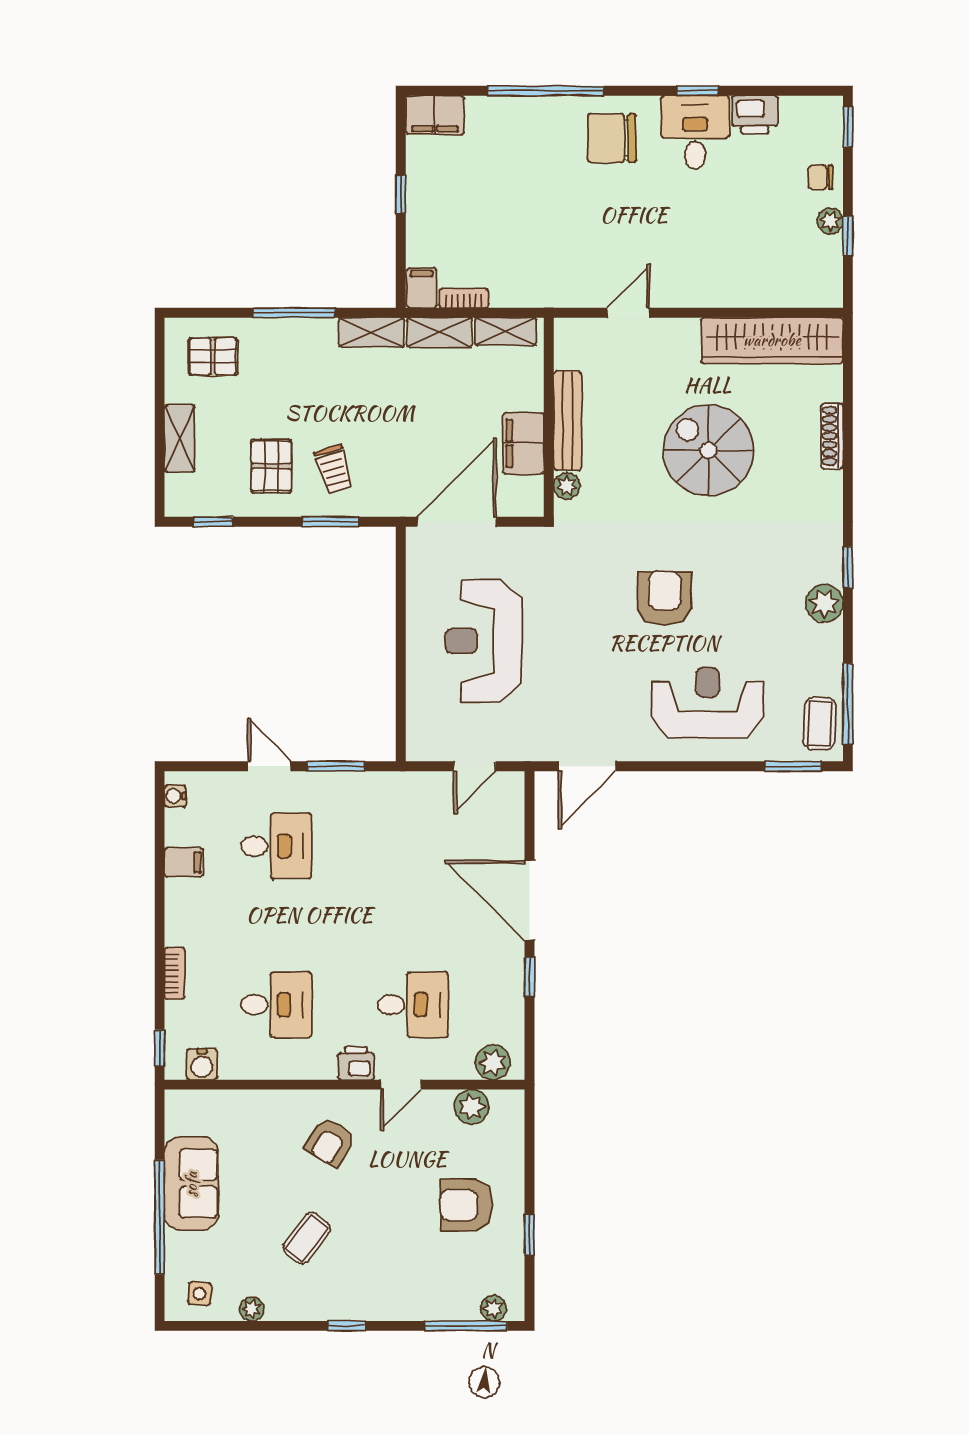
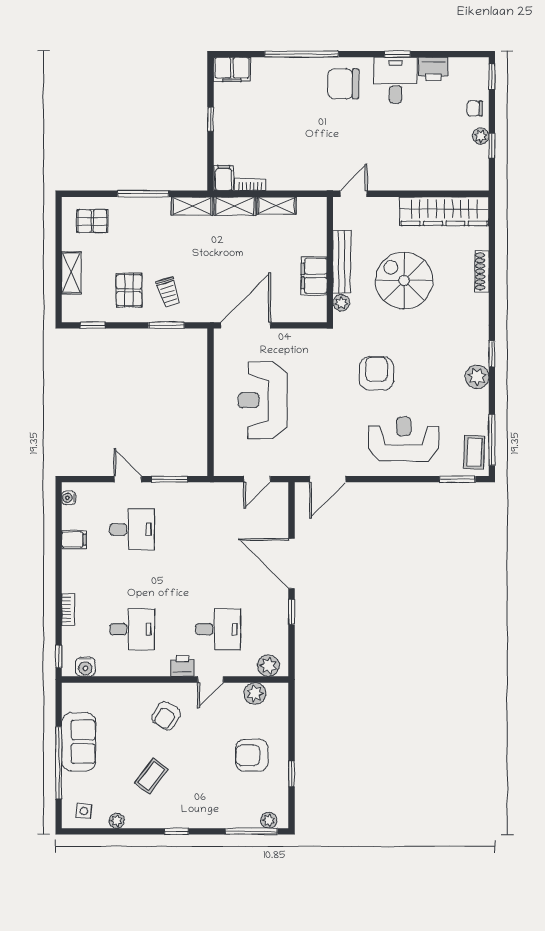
wall: (549, 417) -> (330, 260), moved
bench: (567, 421) -> (342, 262), moved
filing cabinet: (523, 443) -> (314, 276), moved
plant: (567, 486) -> (341, 303), moved

